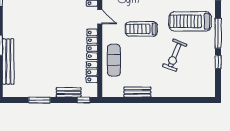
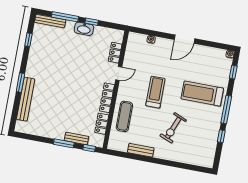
door: (100, 17) -> (119, 73), hinge flipped
treadmill: (141, 29) -> (155, 92), turned 90
exercise bike: (175, 55) -> (173, 128), moved
window: (39, 100) -> (64, 143), moved

